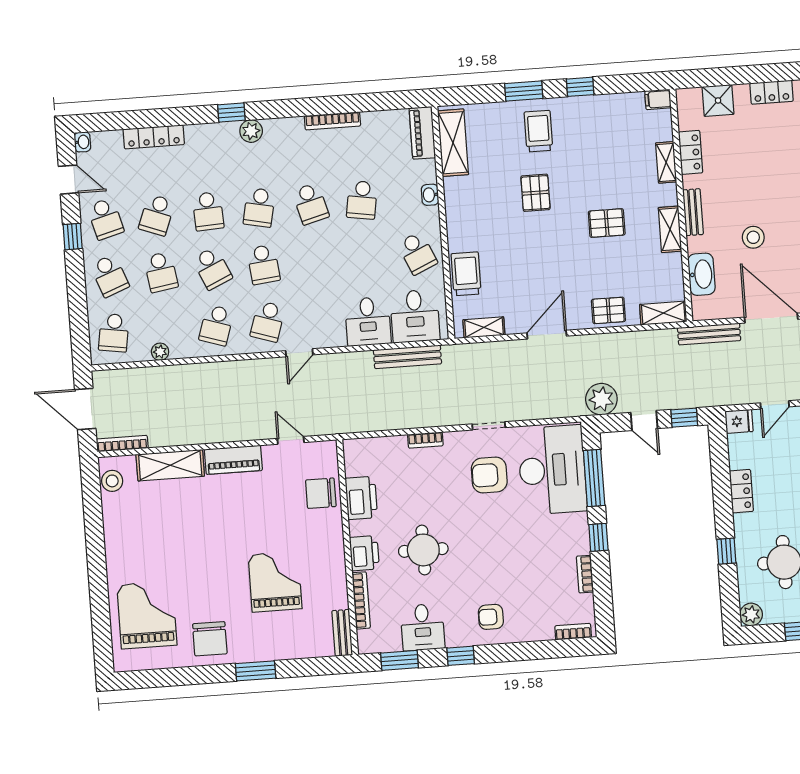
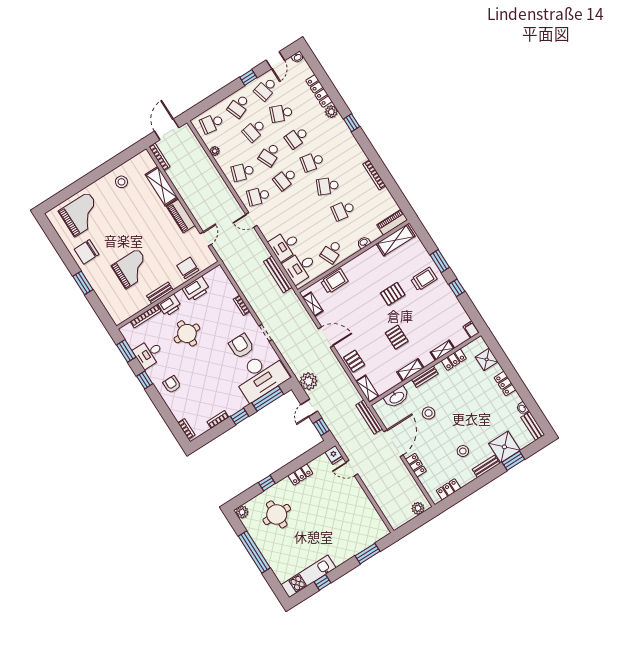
plant: (251, 131) -> (331, 112), moved
school desk: (311, 204) -> (328, 186), turned 39
stool: (112, 481) -> (121, 182), moved
bench: (342, 633) -> (160, 293), moved

